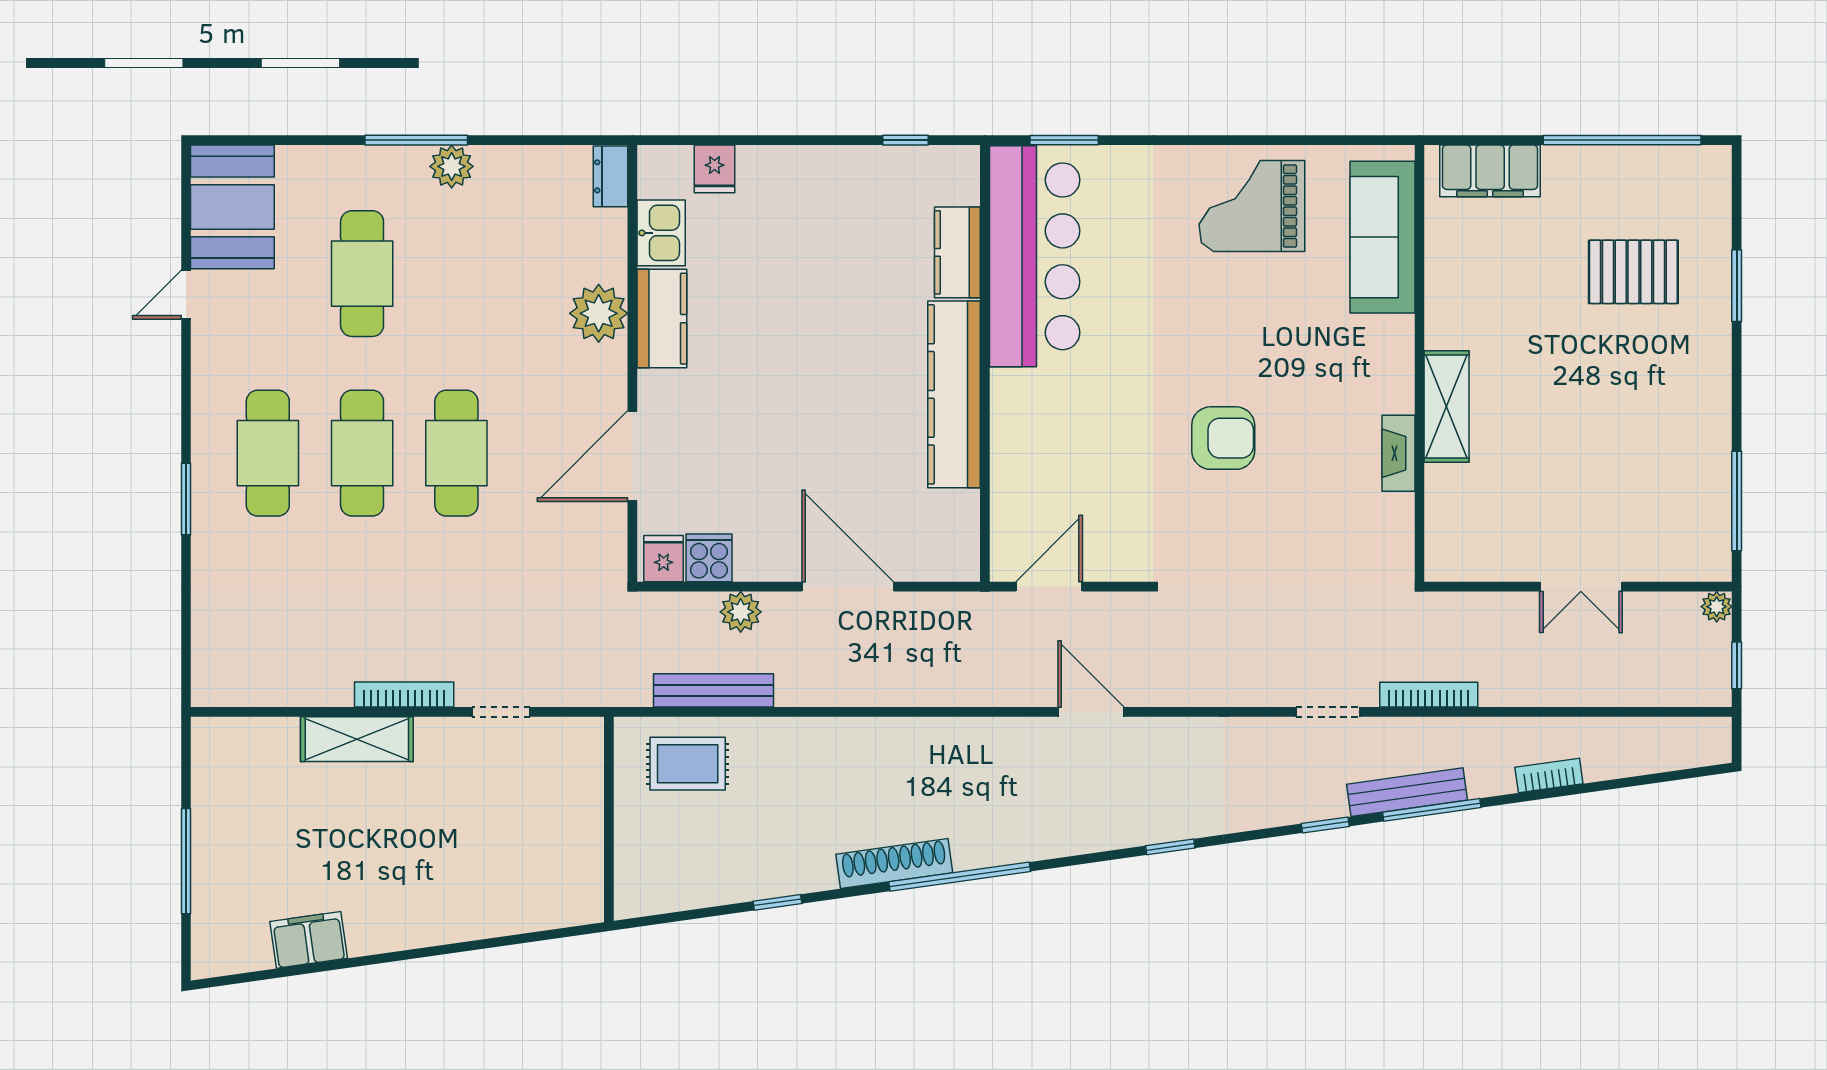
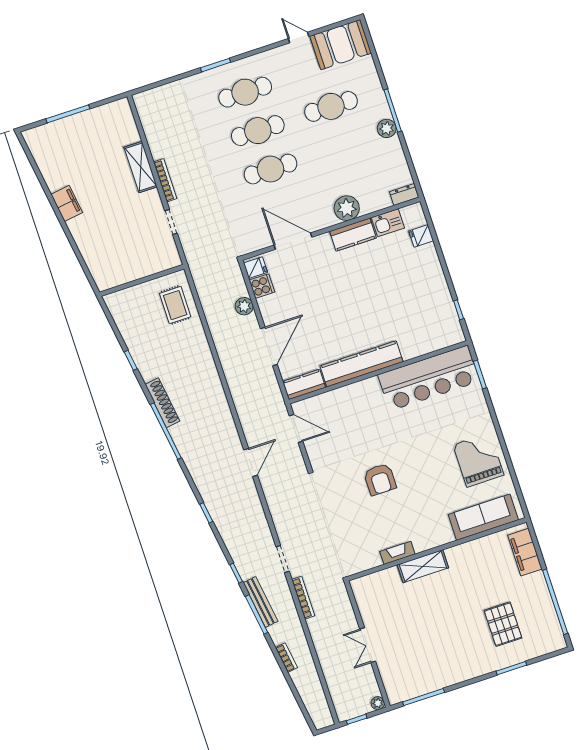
kitchen counter: (957, 252) -> (304, 384), moved
bench: (713, 690) -> (208, 306), removed
filing cabinet: (309, 940) -> (67, 203), moved

